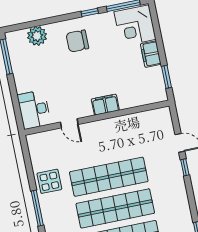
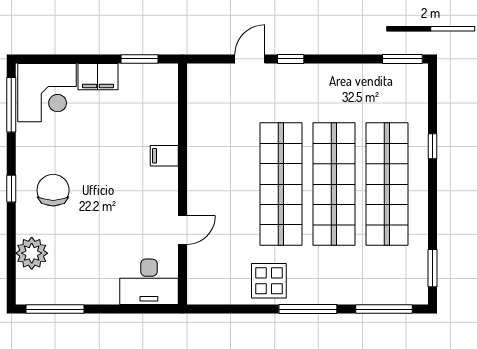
window: (90, 12) -> (11, 189), moved
chair: (77, 41) -> (53, 190), turned 180
filing cabinet: (105, 105) -> (164, 156), width x0.50

